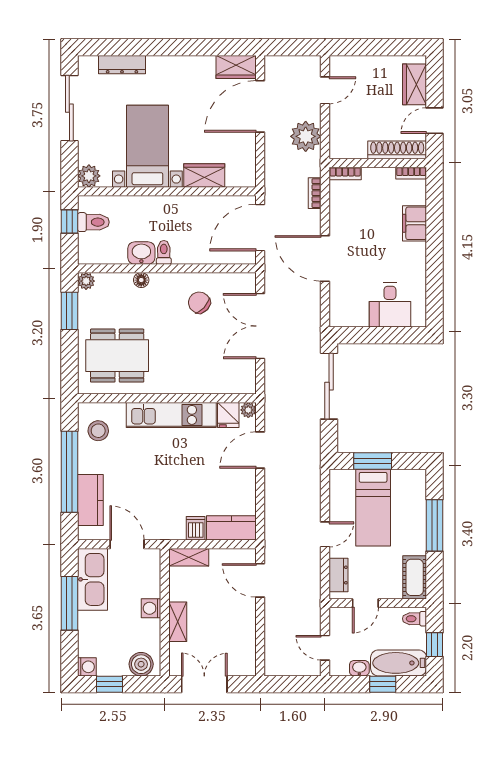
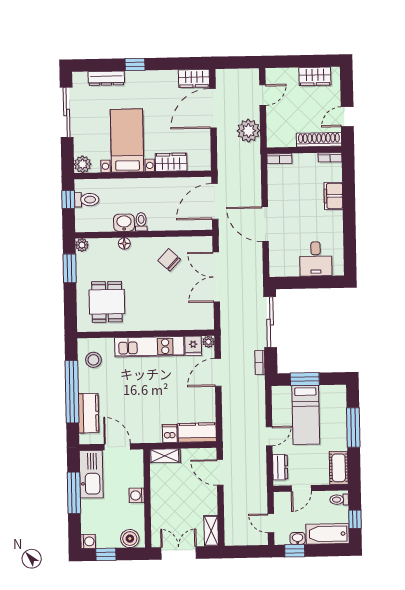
window: (160, 47) -> (135, 64), added
wardrobe: (415, 84) -> (315, 76), moved, turned -90
bookcase: (315, 193) -> (260, 363), moved
dining table: (117, 356) -> (107, 302), width x0.73
shelving: (178, 622) -> (211, 531), moved
window: (383, 684) -> (295, 551), moved

